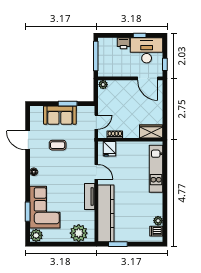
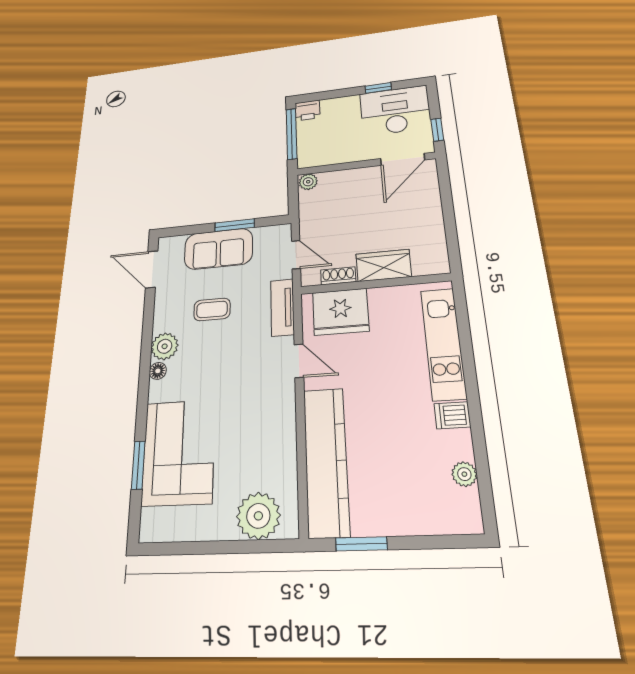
printer: (123, 43) -> (307, 110), moved
door: (148, 78) -> (402, 159), hinge flipped
door: (96, 122) -> (296, 255), hinge flipped
wardrobe: (151, 131) -> (384, 265), moved
door: (28, 140) -> (152, 269), moved
fridge: (109, 149) -> (340, 312), width x1.88, depth x1.34
tv unit: (90, 196) -> (282, 307), moved
dishwasher: (156, 231) -> (452, 415), moved
plant: (36, 235) -> (165, 346), moved

